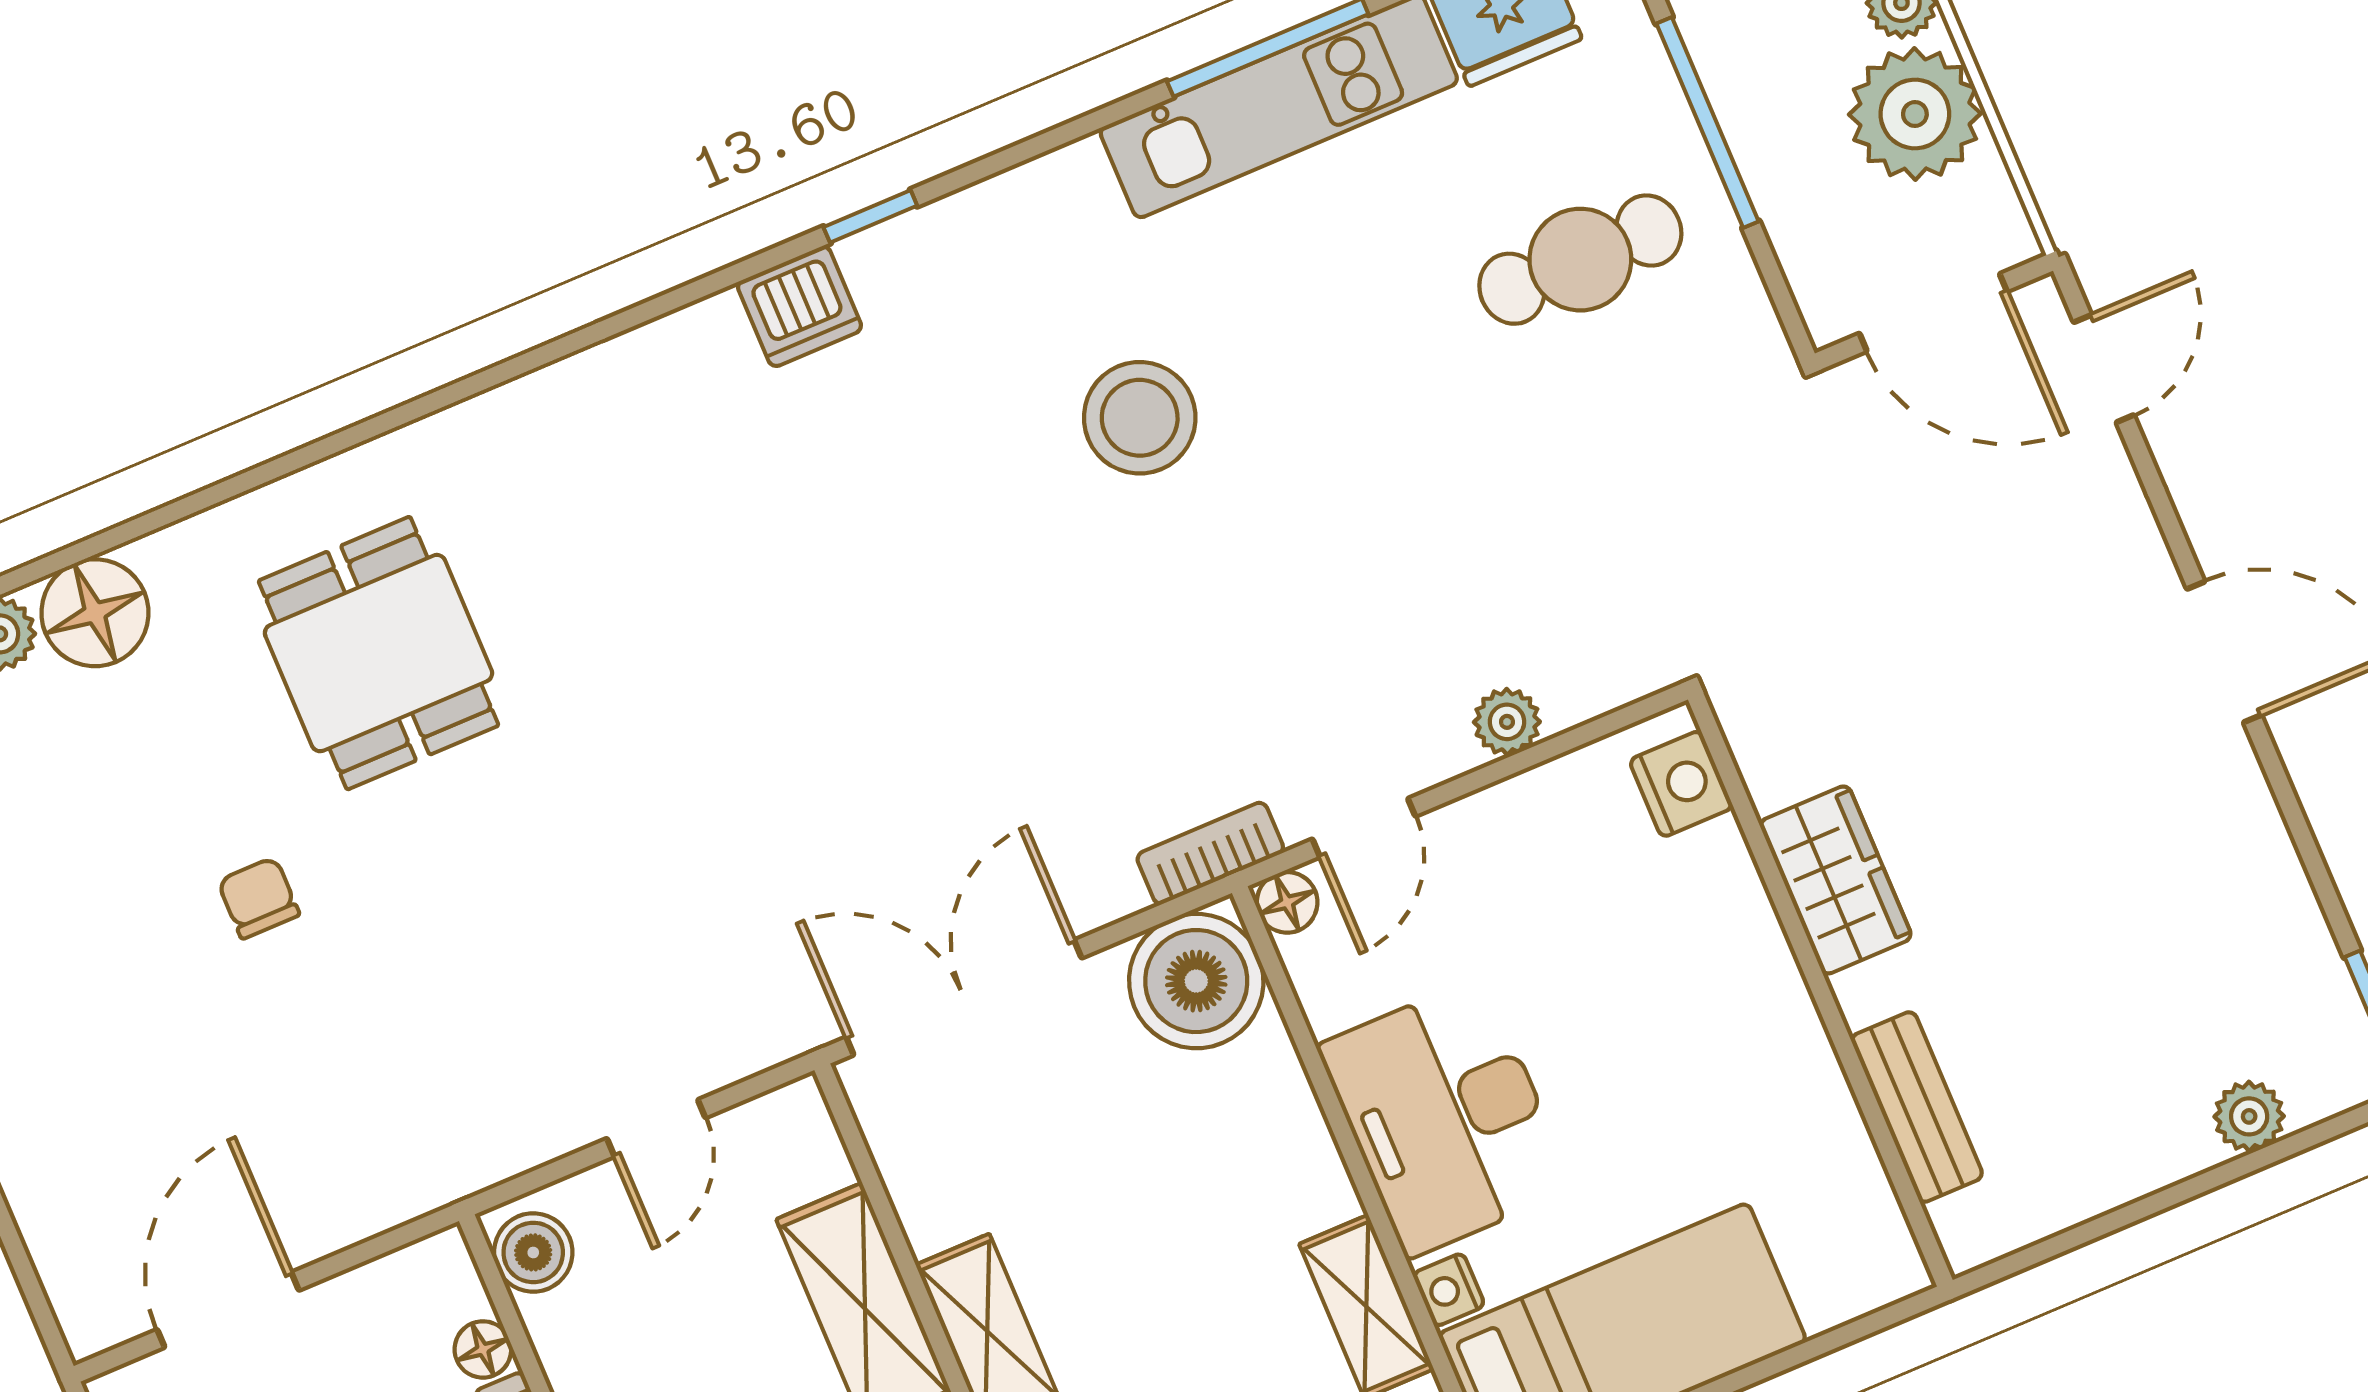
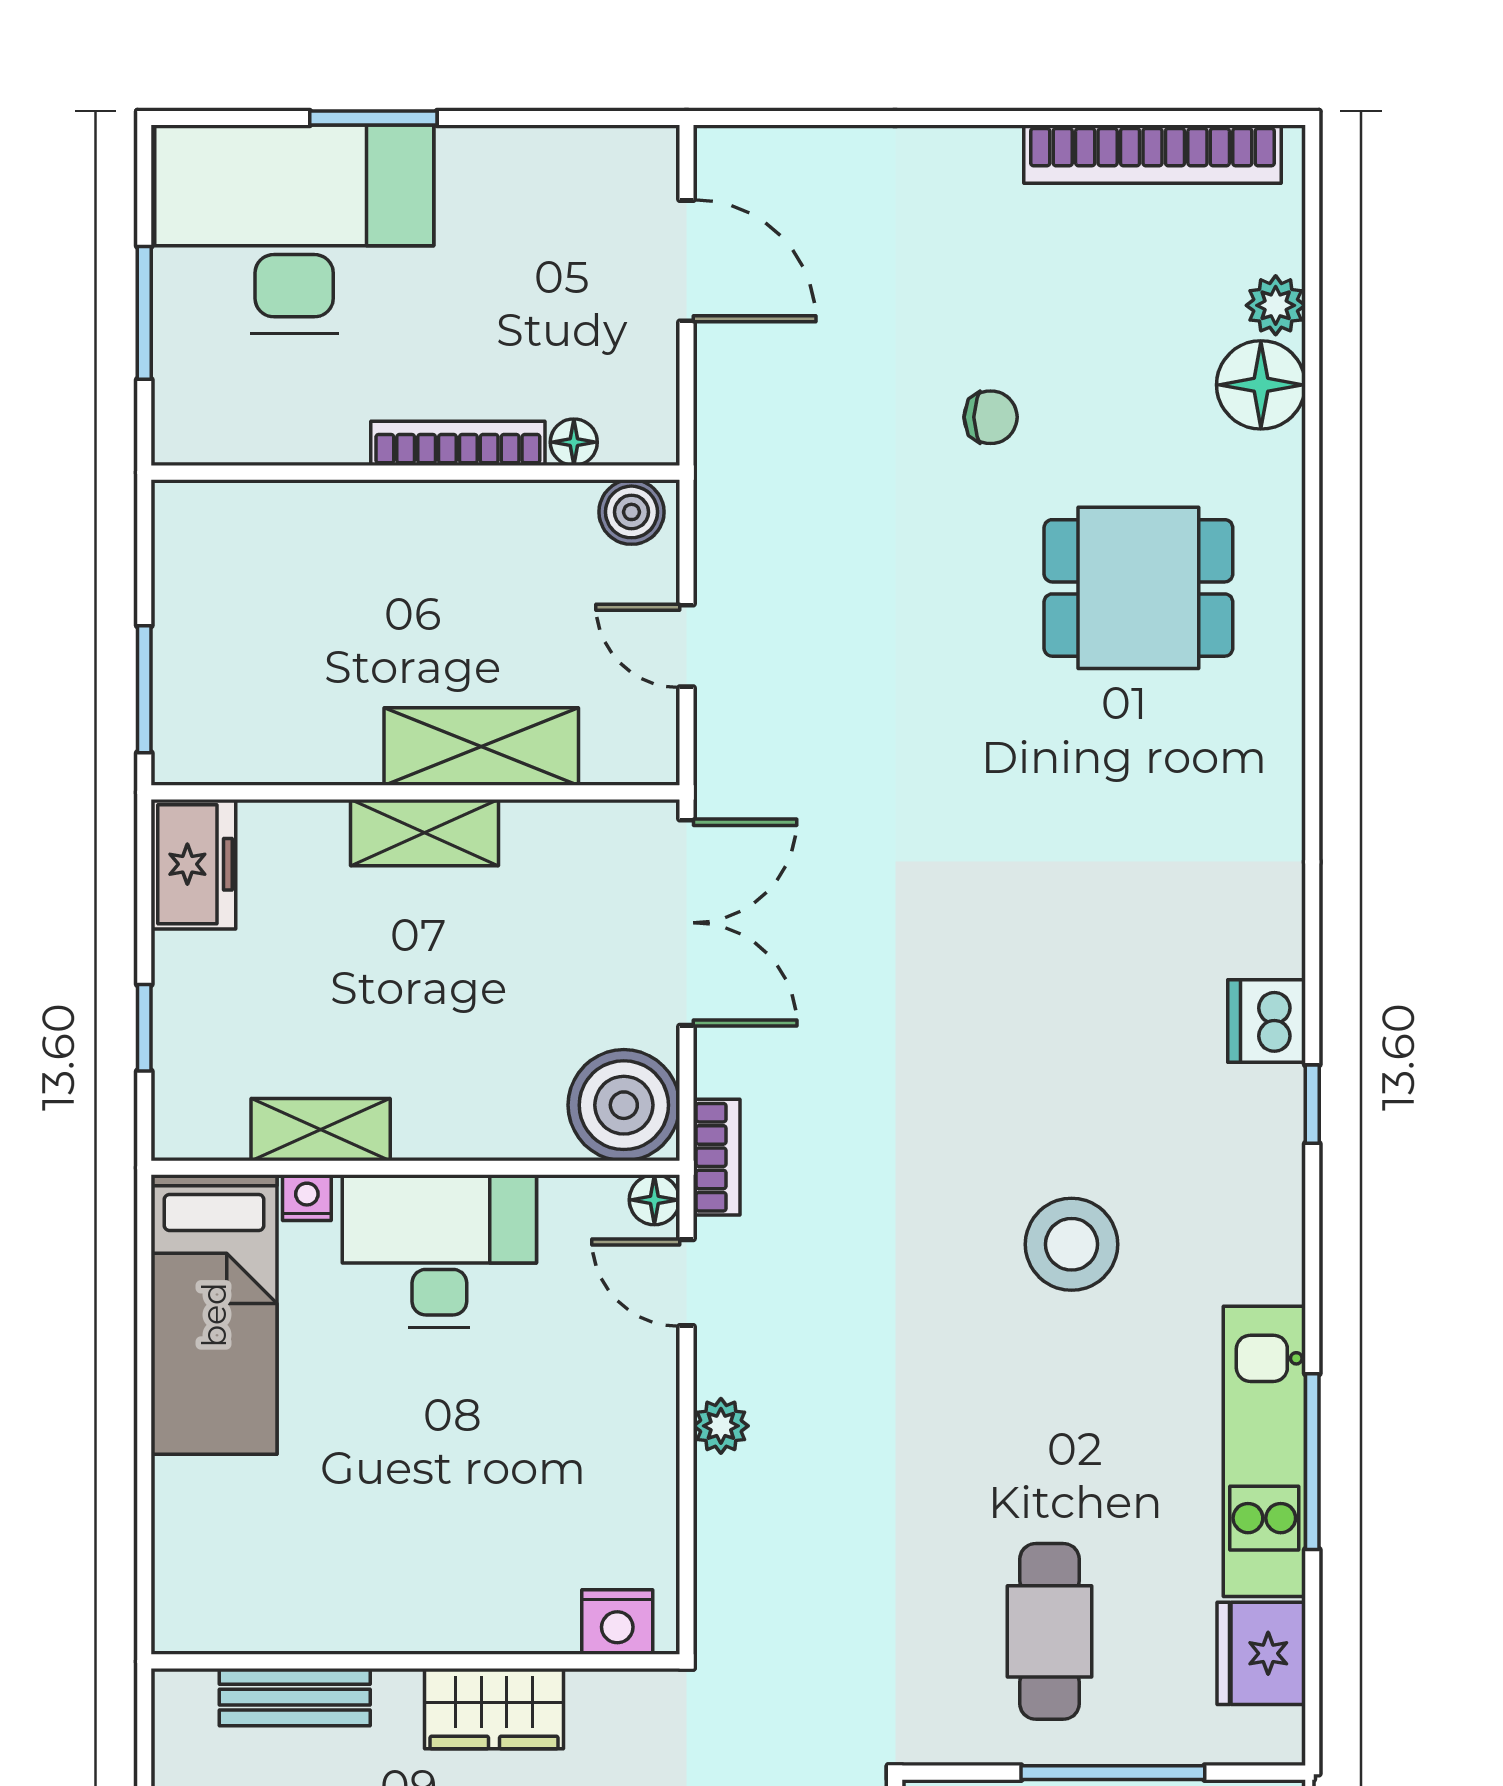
nightstand: (1681, 784) -> (617, 1622), moved
wardrobe: (1836, 880) -> (494, 1709), moved
wall: (1820, 990) -> (415, 1661), moved
bench: (1917, 1107) -> (295, 1697), moved

